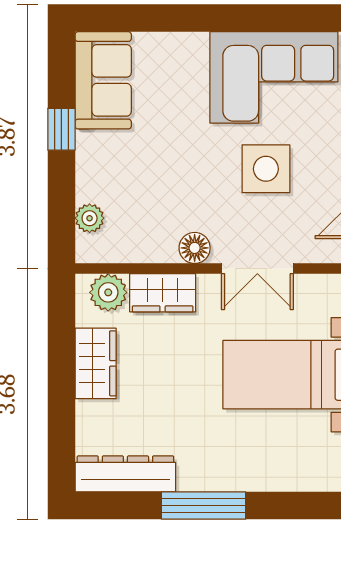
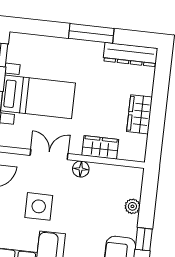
plant: (90, 218) -> (132, 206), moved
plant: (108, 292) -> (129, 151), removed

